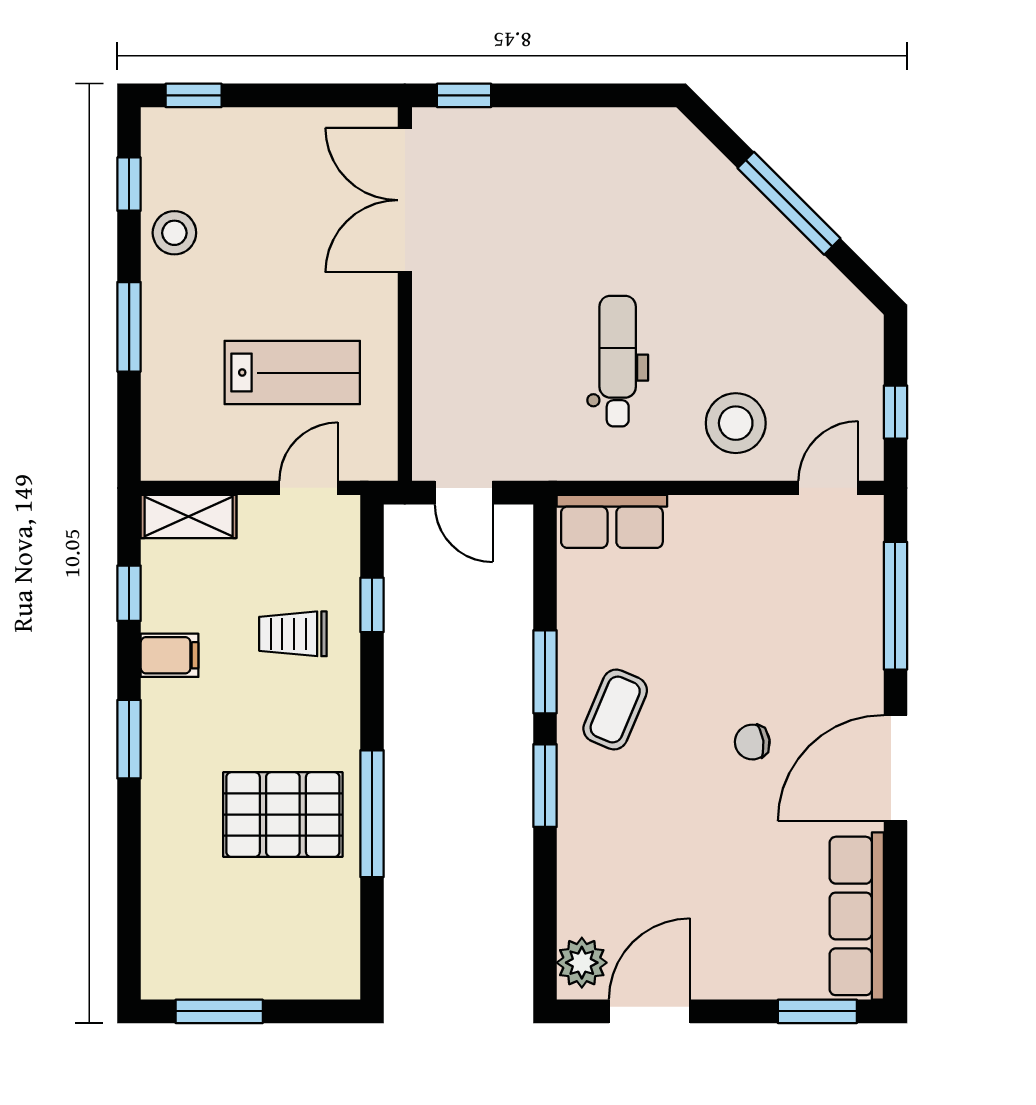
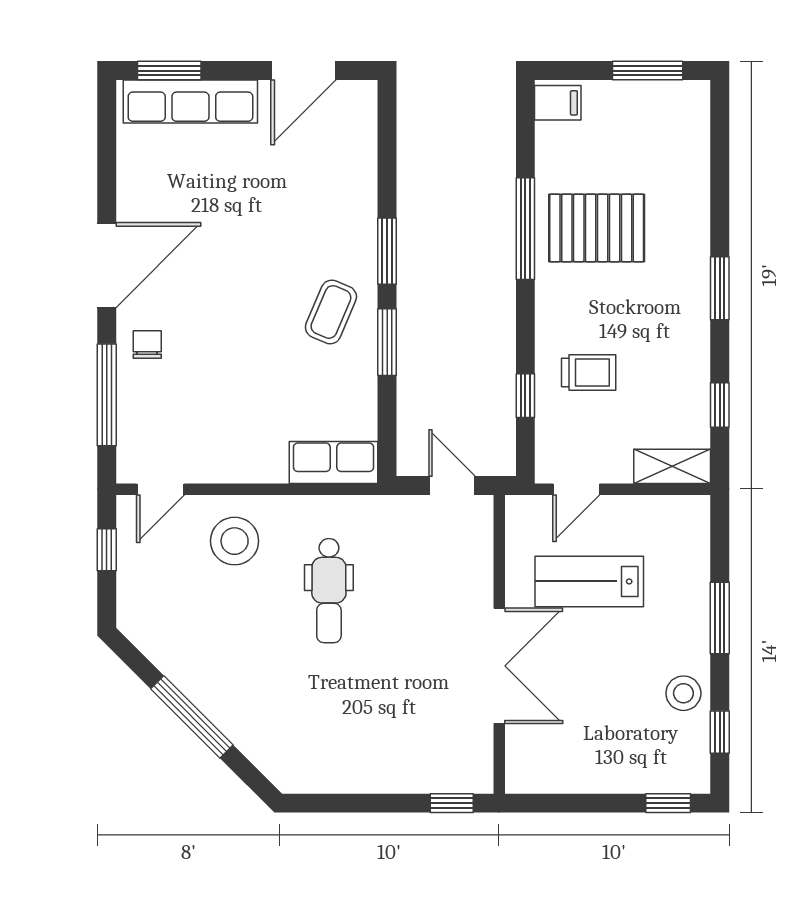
double door: (405, 200) -> (499, 666), moved
filing cabinet: (170, 655) -> (558, 103), moved, turned 180
chair: (752, 742) -> (147, 345), moved, turned -82
row of seats: (857, 916) -> (190, 102), moved, turned 90
plant: (582, 963) -> (358, 110), removed

